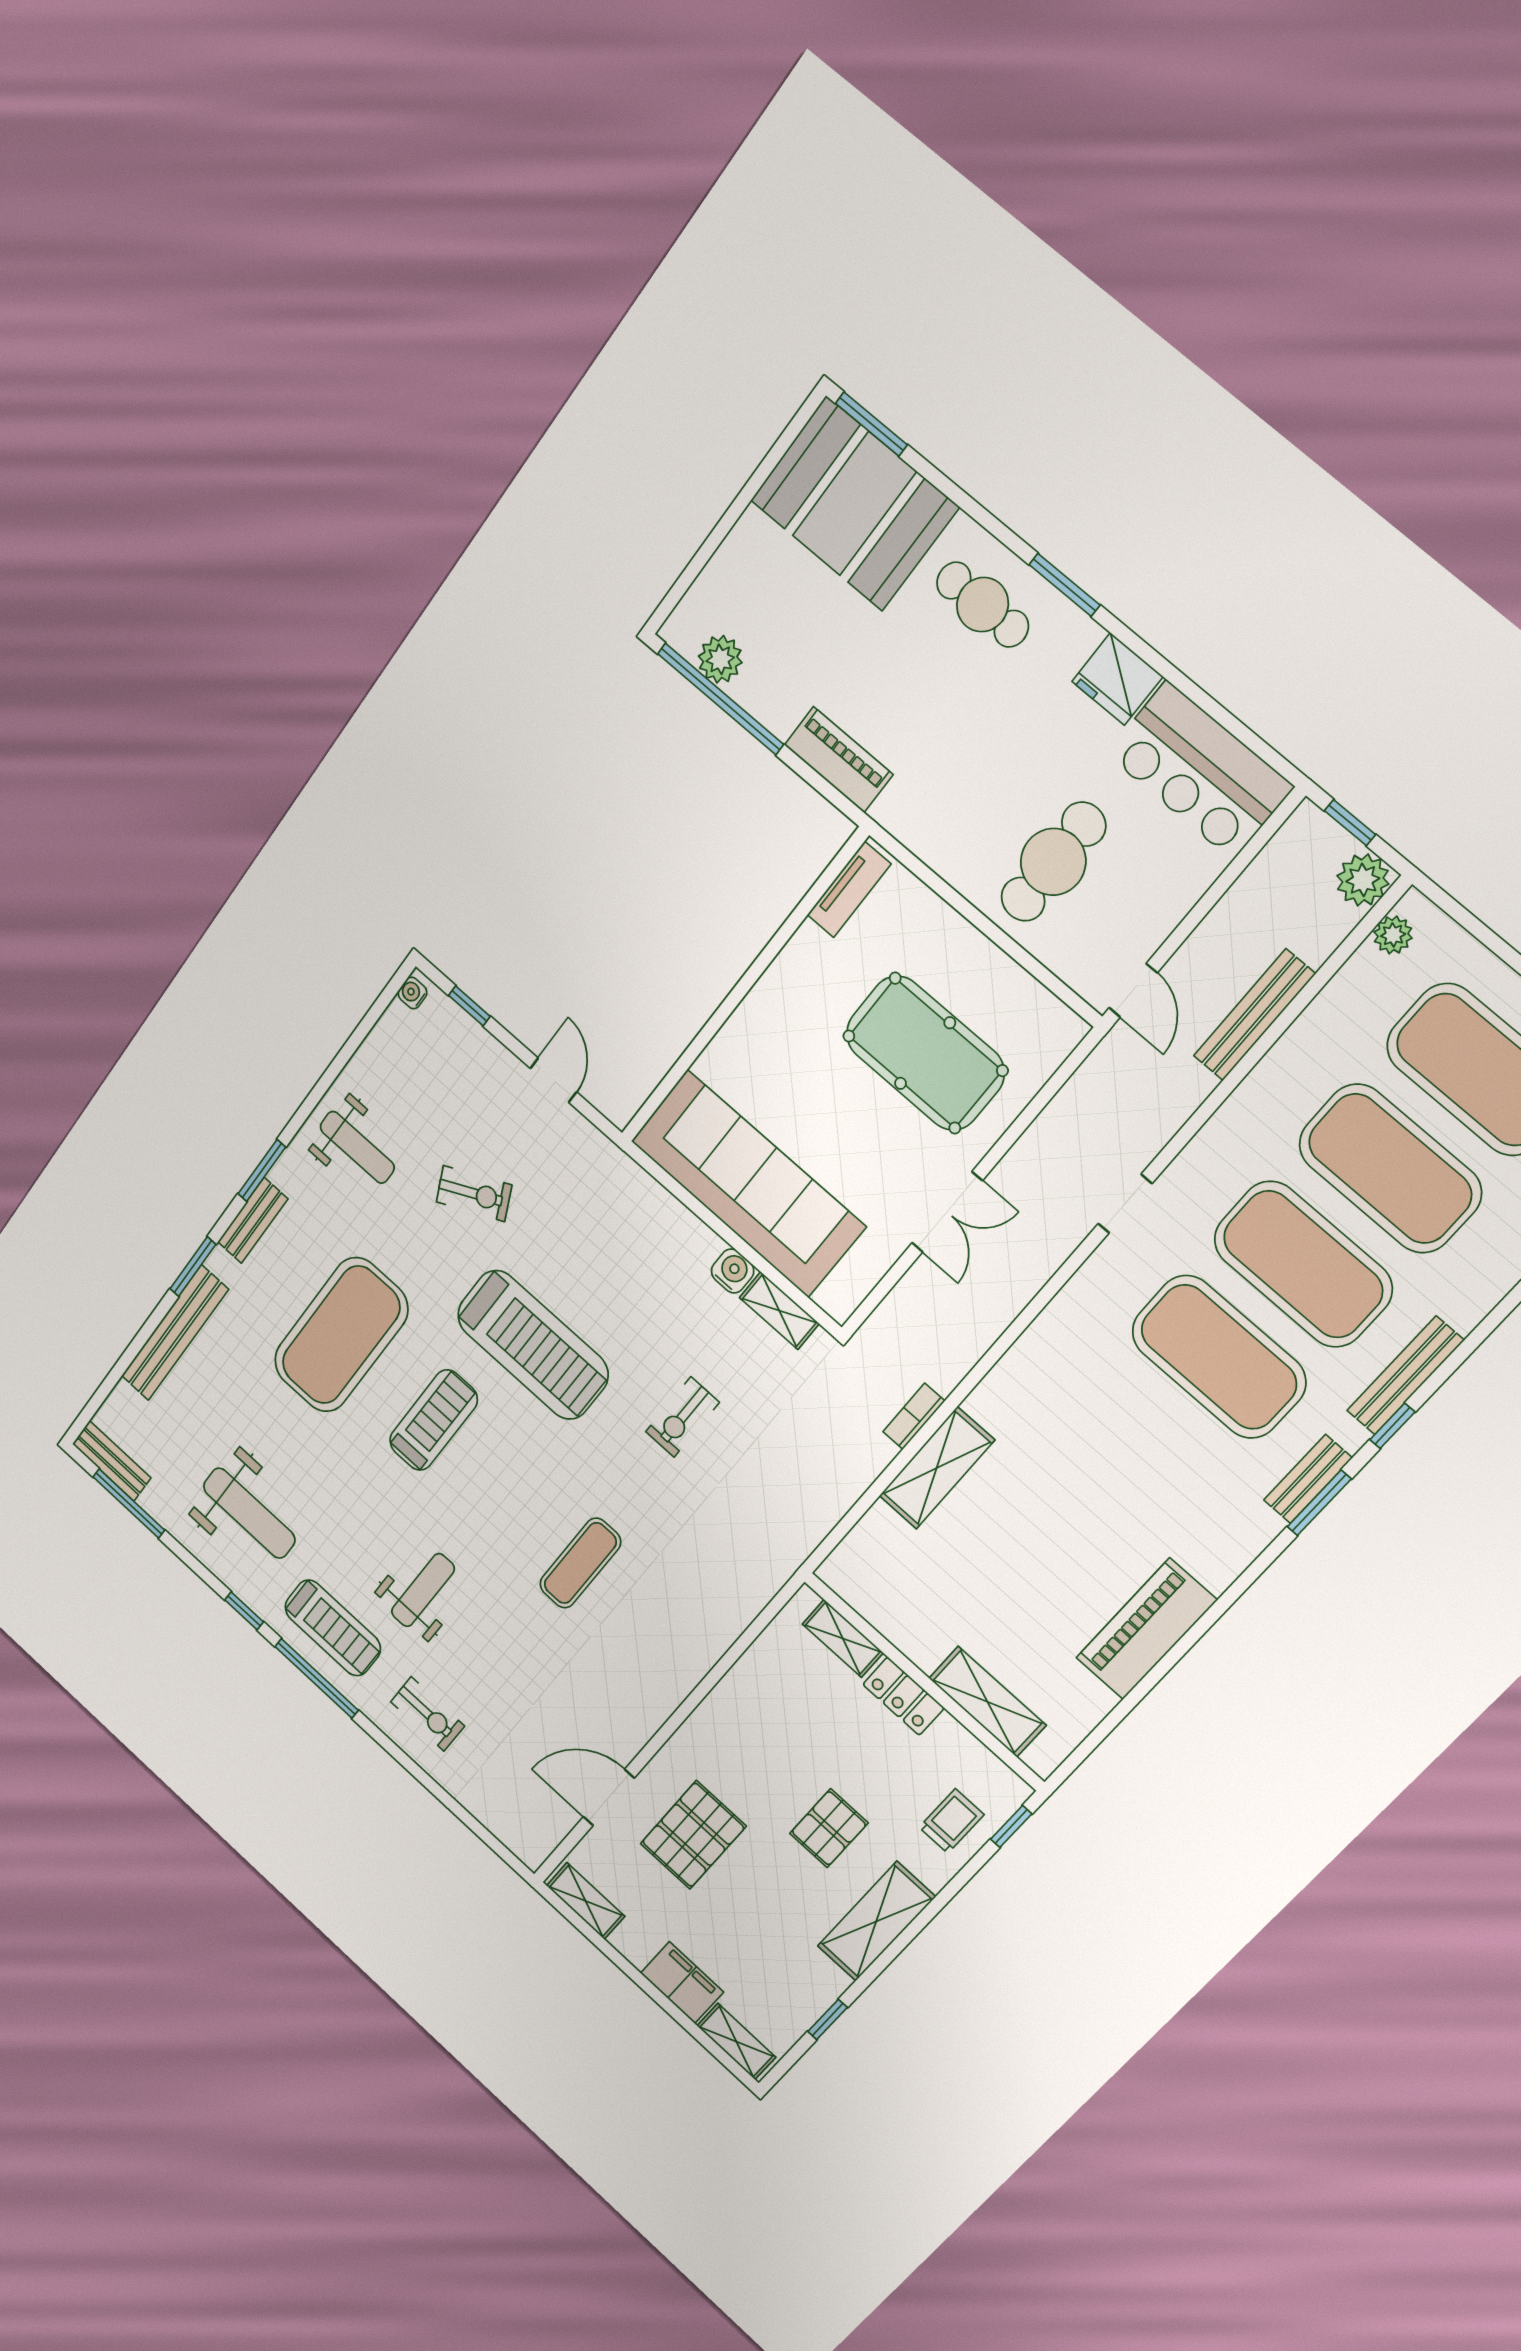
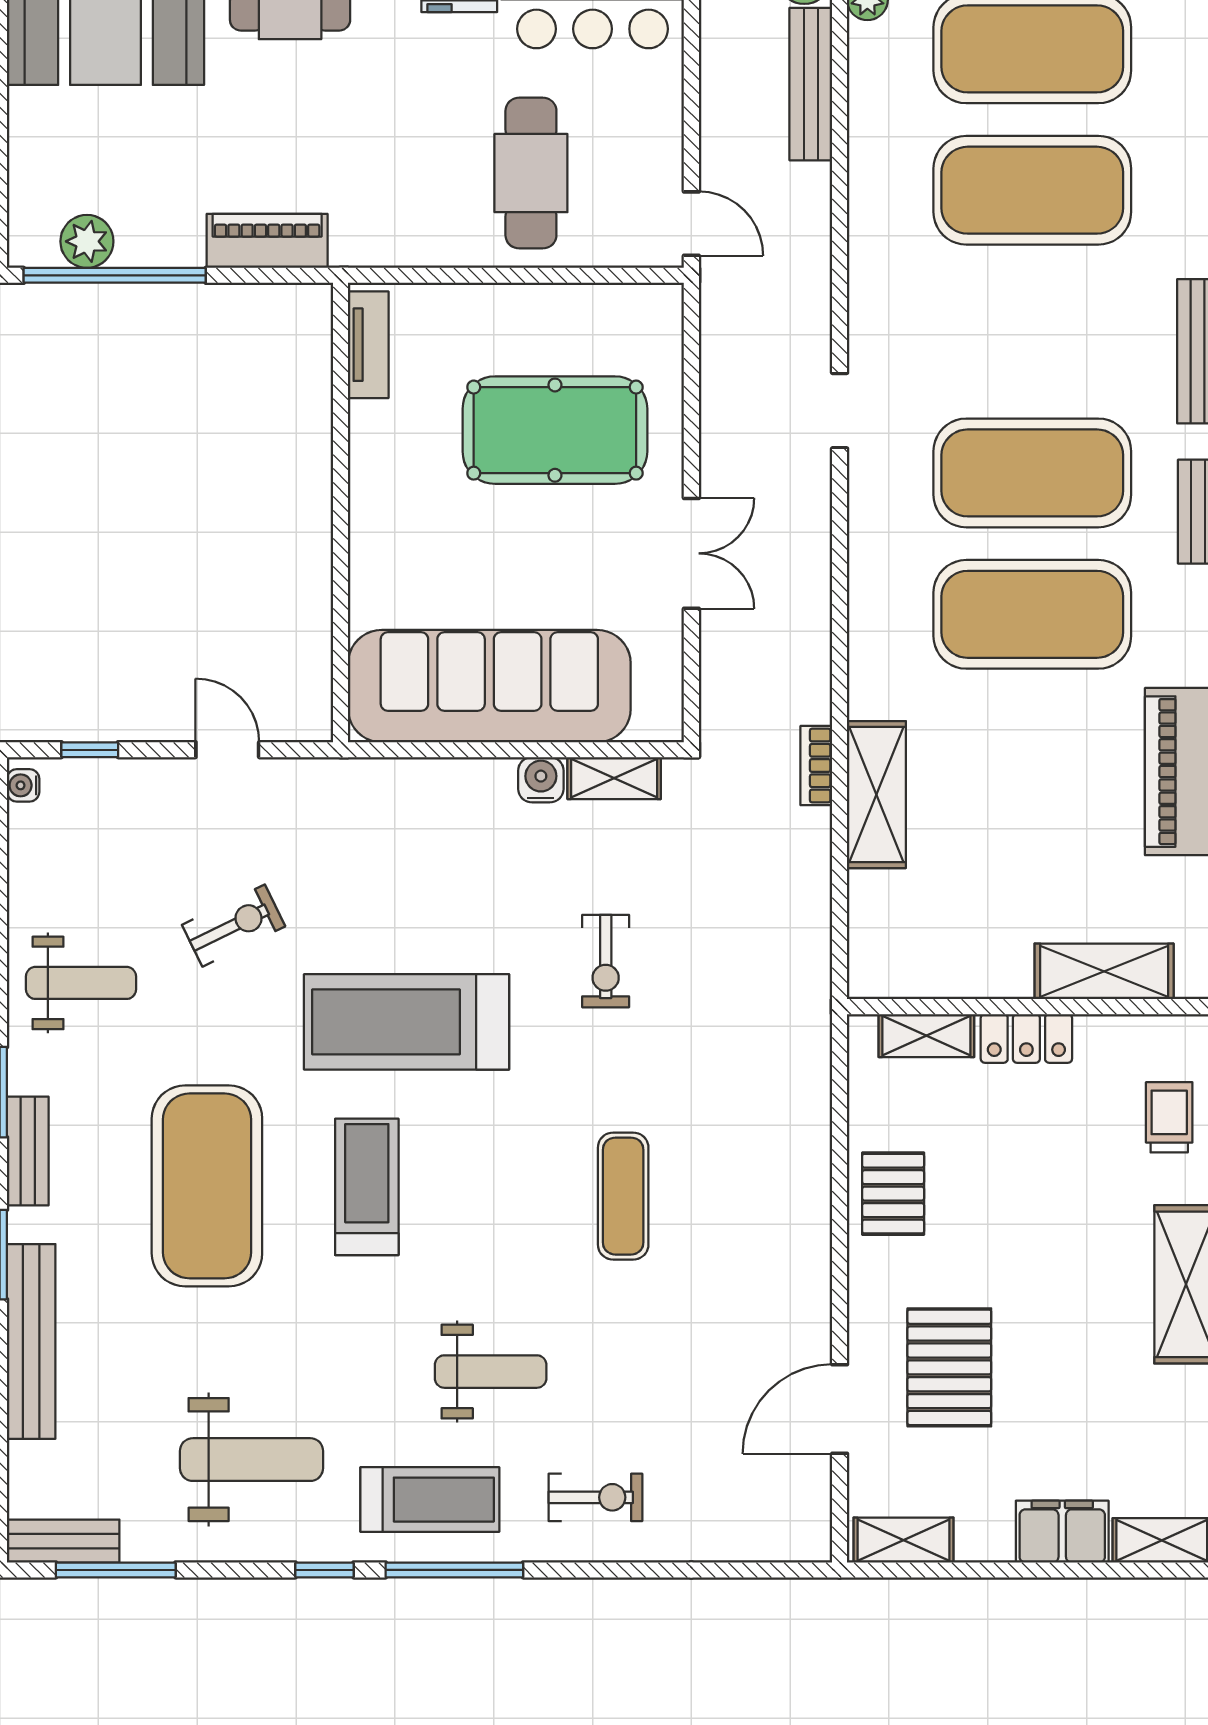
bench: (1254, 1015) -> (811, 84), moved
exercise mat: (1303, 1264) -> (1032, 614), moved
treadmill: (533, 1345) -> (407, 1022), turned 180
weight bench: (423, 1590) -> (491, 1372), turned 90
pallet: (829, 1828) -> (893, 1194), moved

